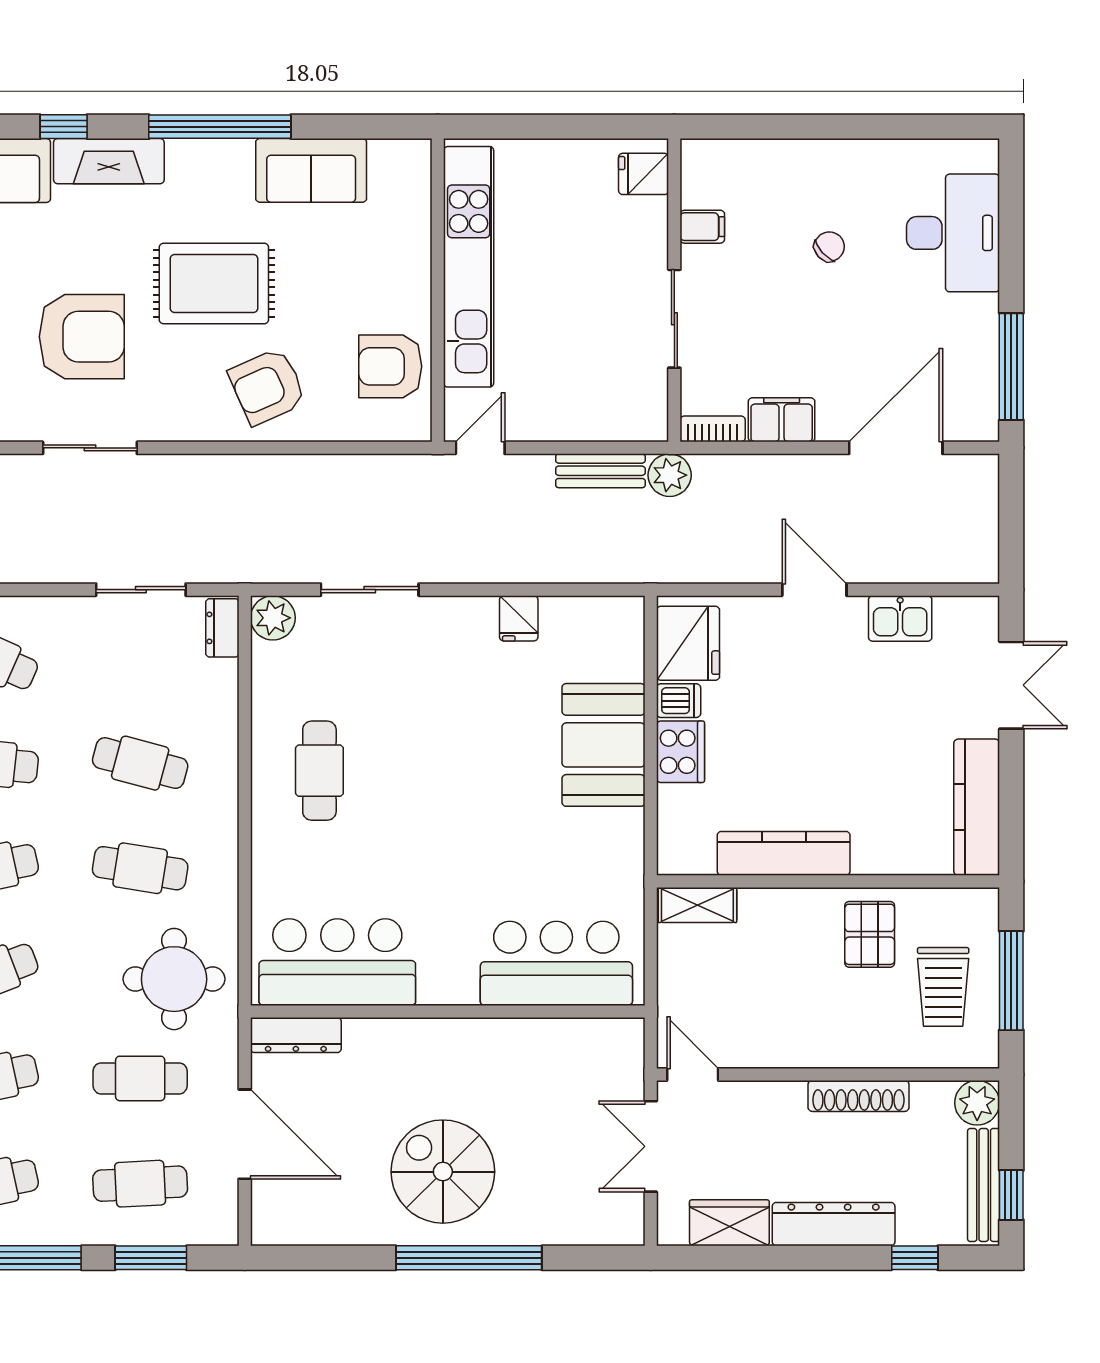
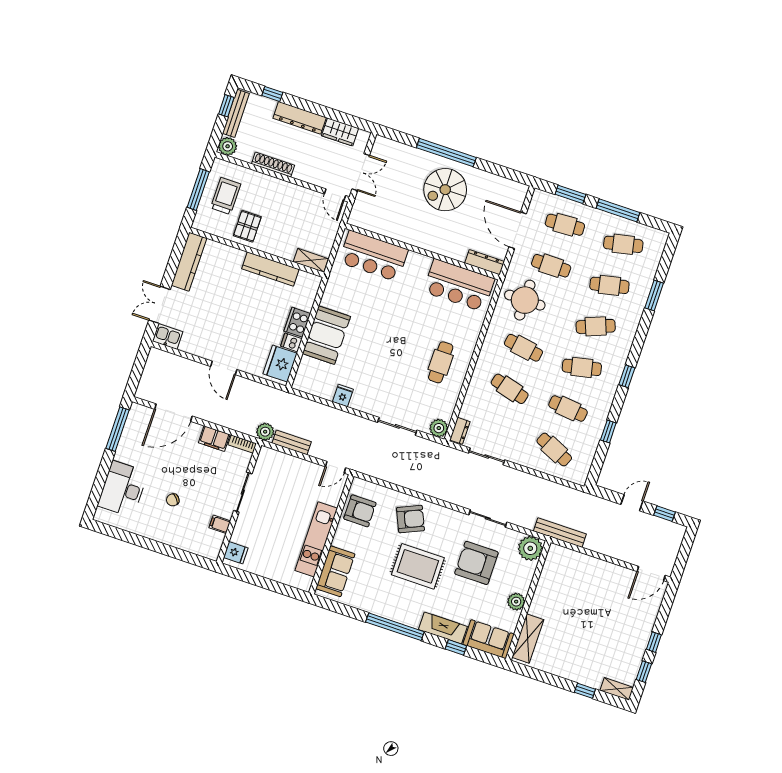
sofa: (311, 170) -> (335, 571), moved, turned 90
kitchen unit: (469, 267) -> (316, 539), width x0.73
kitchen sink: (900, 618) -> (168, 337), moved
spiral stairs: (443, 1172) -> (445, 190), turned 90

